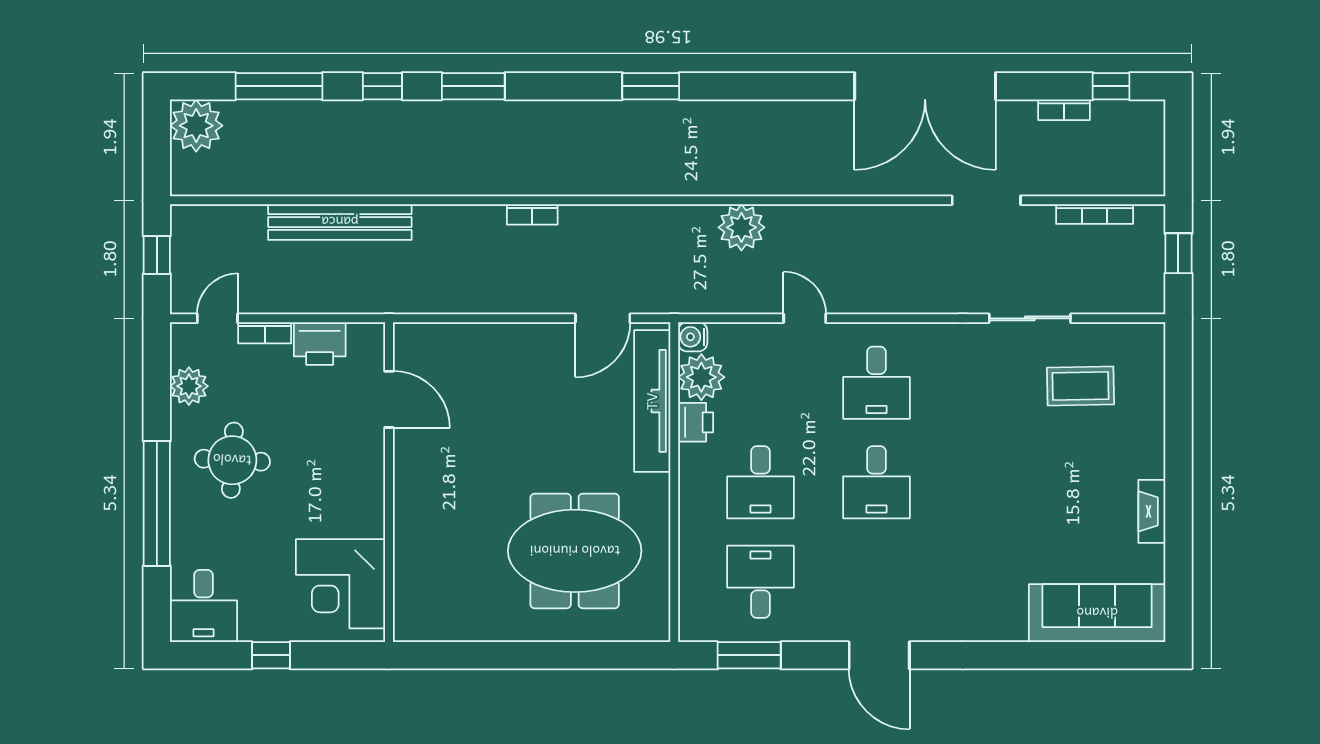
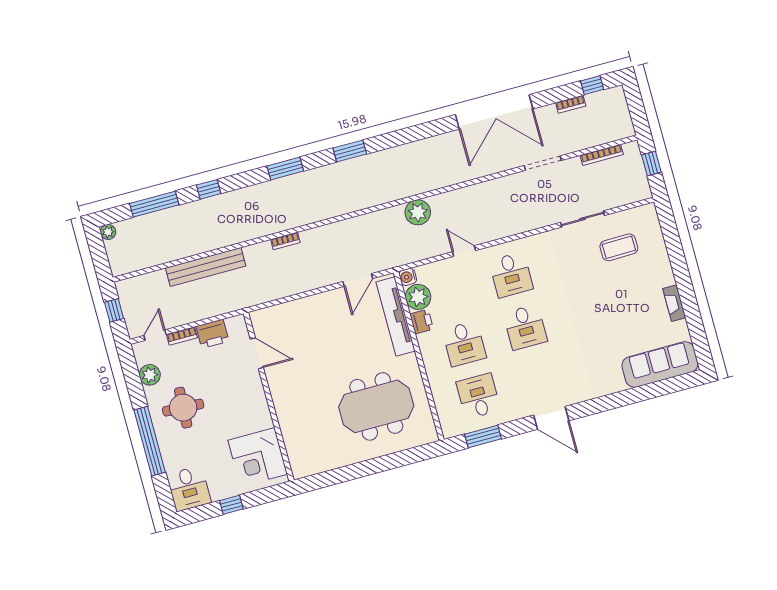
window: (473, 86) -> (285, 169), moved
plant: (196, 126) -> (108, 232), width x0.53, depth x0.53
bookcase: (532, 214) -> (285, 241), moved

